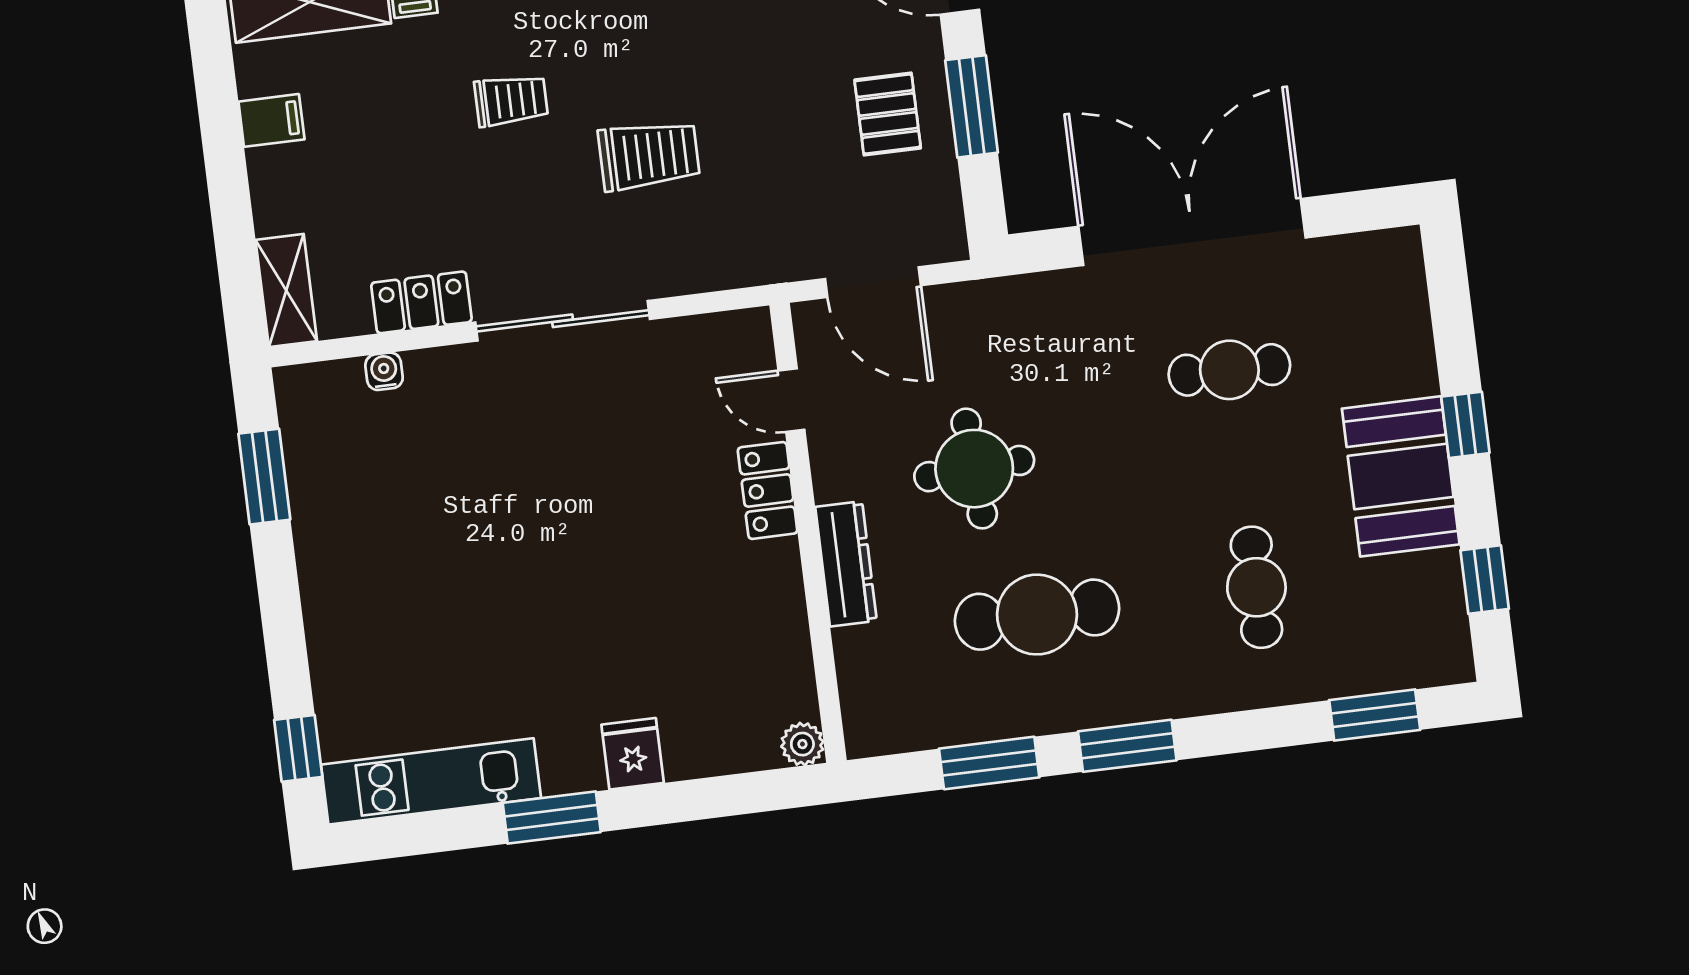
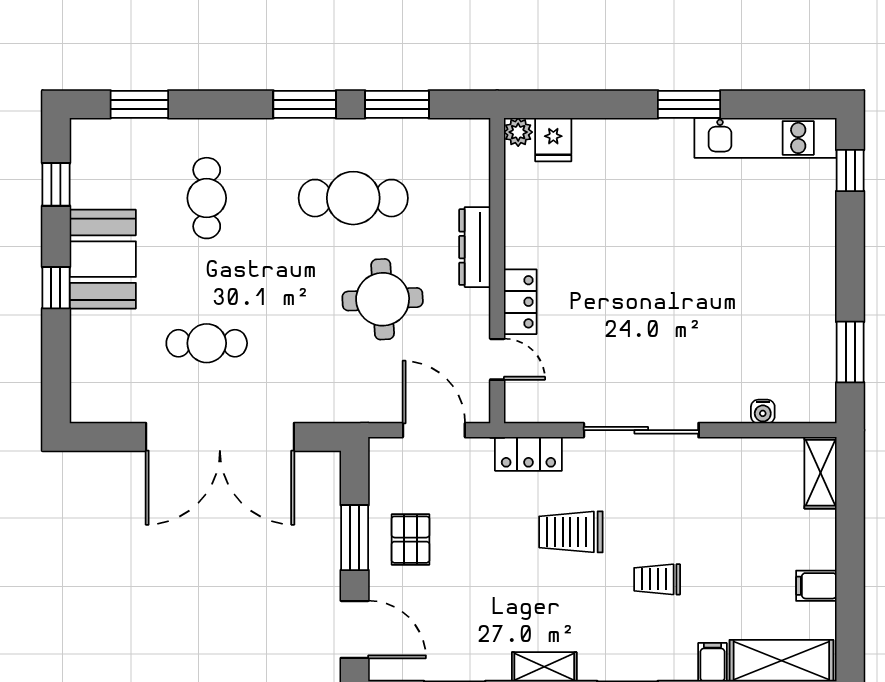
locker: (421, 302) -> (528, 454), moved
fridge: (633, 754) -> (553, 140), moved

